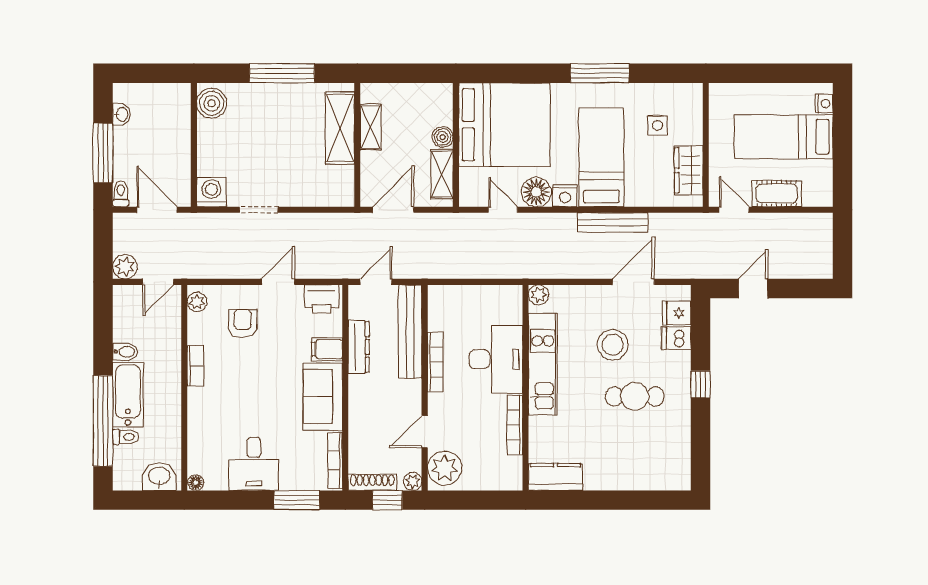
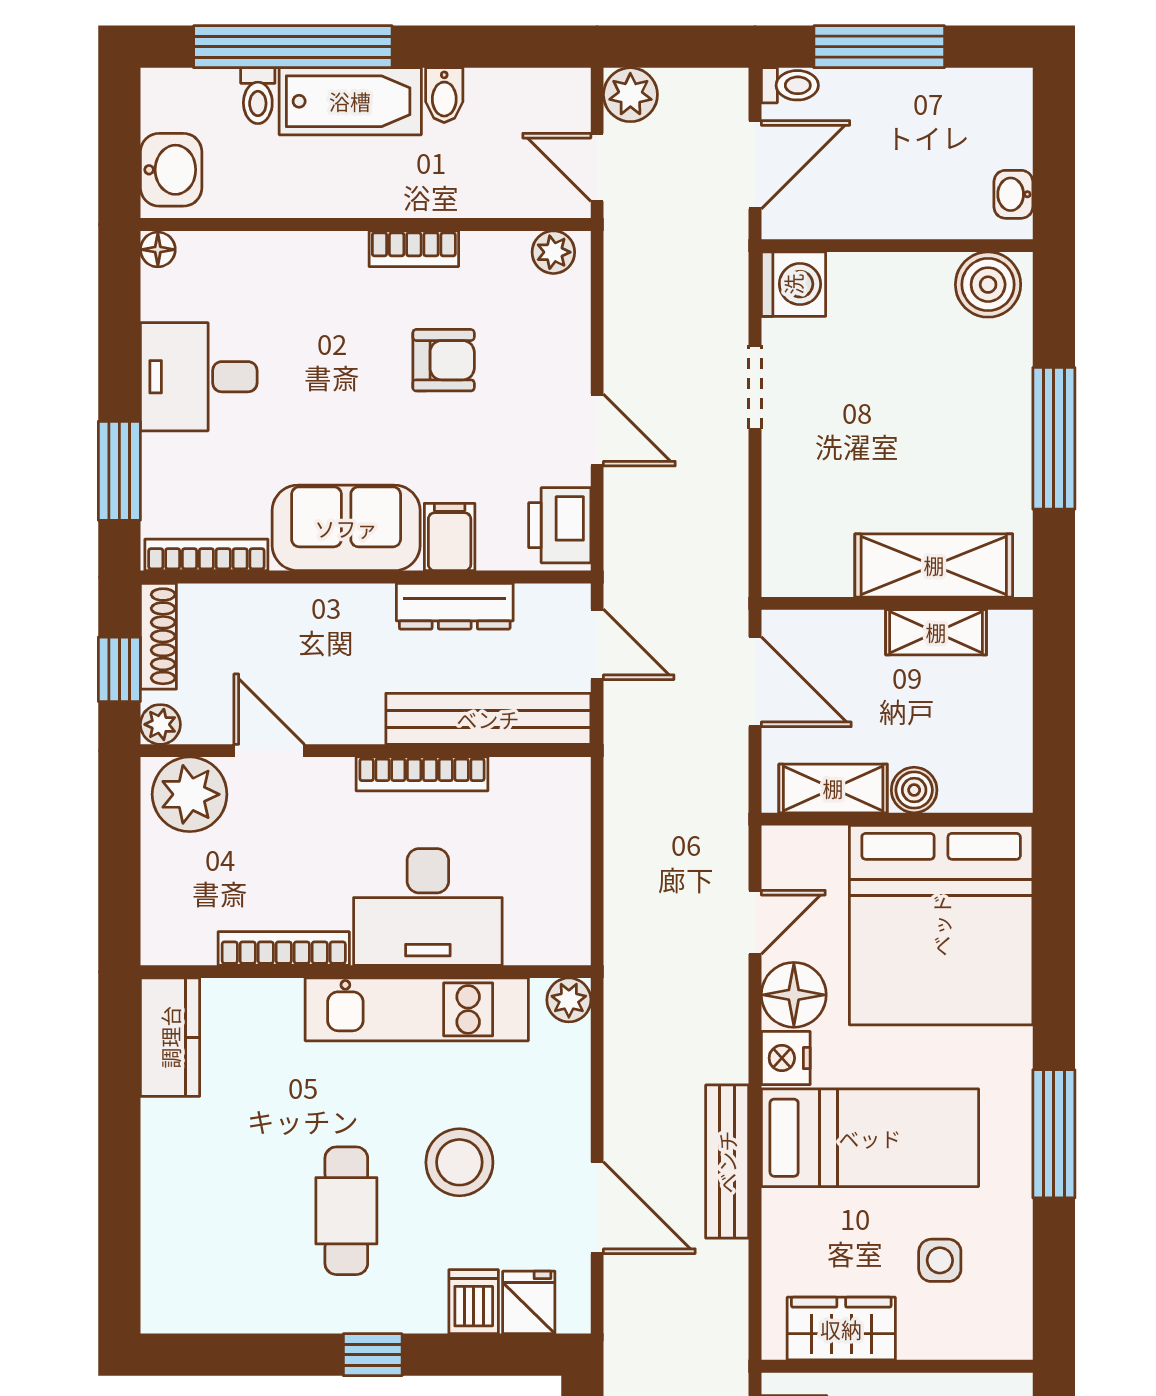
washbasin: (122, 114) -> (1013, 194), moved, turned 90
armchair: (243, 323) -> (444, 360), moved

